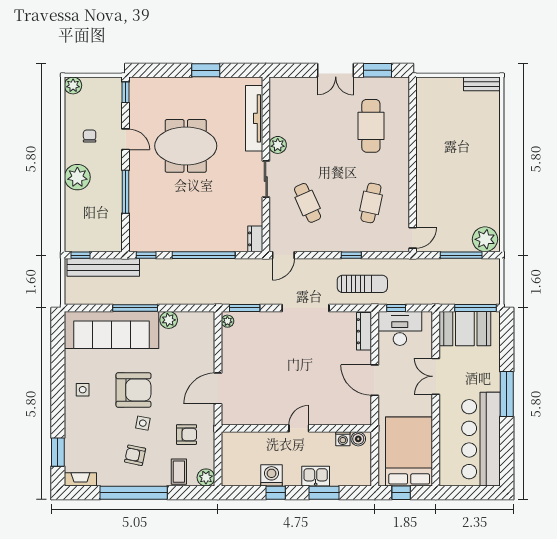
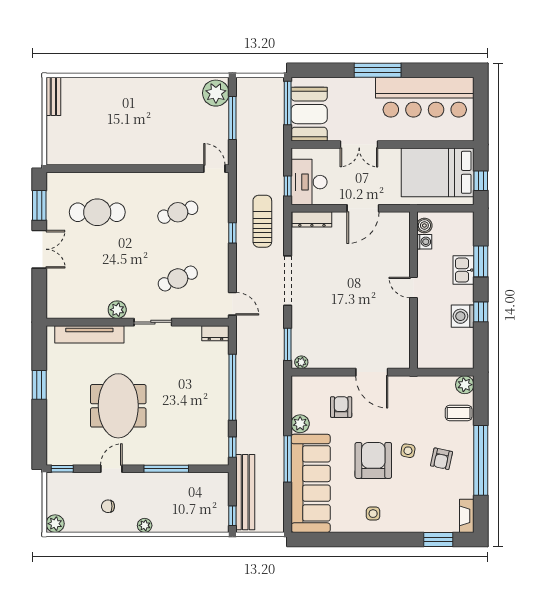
plant: (77, 177) -> (145, 525), width x0.53, depth x0.53
cafe table: (371, 203) -> (178, 212), turned -30
armchair: (186, 435) -> (341, 407), moved

